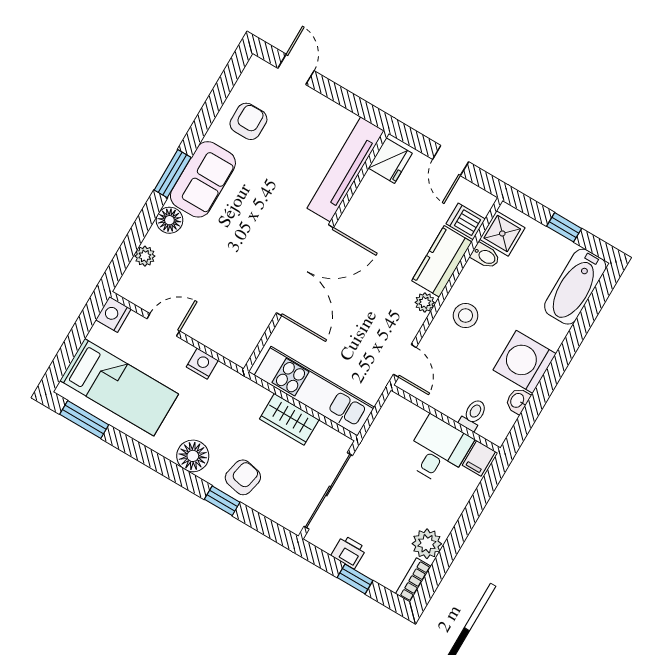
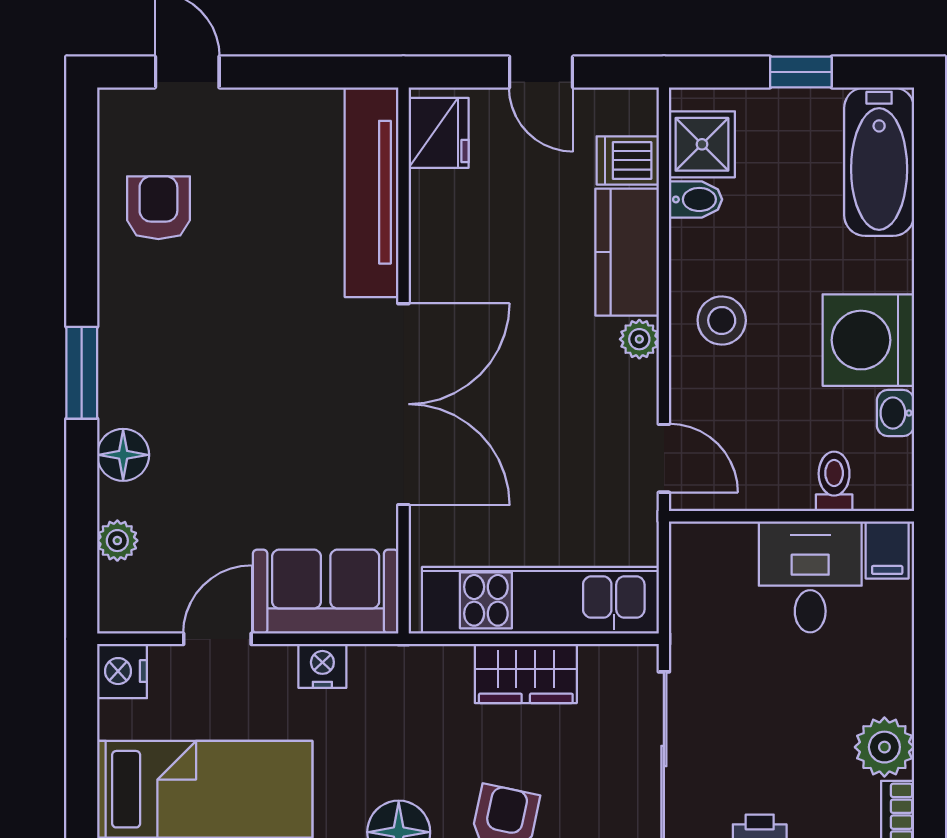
sofa: (203, 179) -> (326, 592), moved, turned -90

